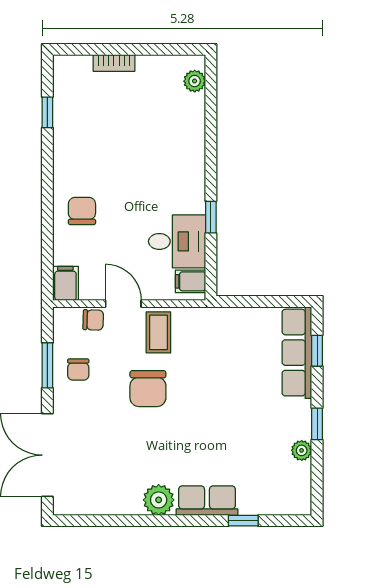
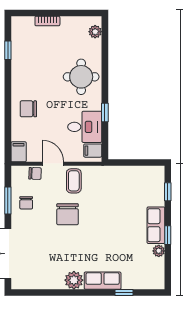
round table: (171, 157) -> (81, 77), added
chair: (82, 211) -> (28, 109), turned -90
row of seats: (297, 353) -> (156, 225), moved, width x0.68

